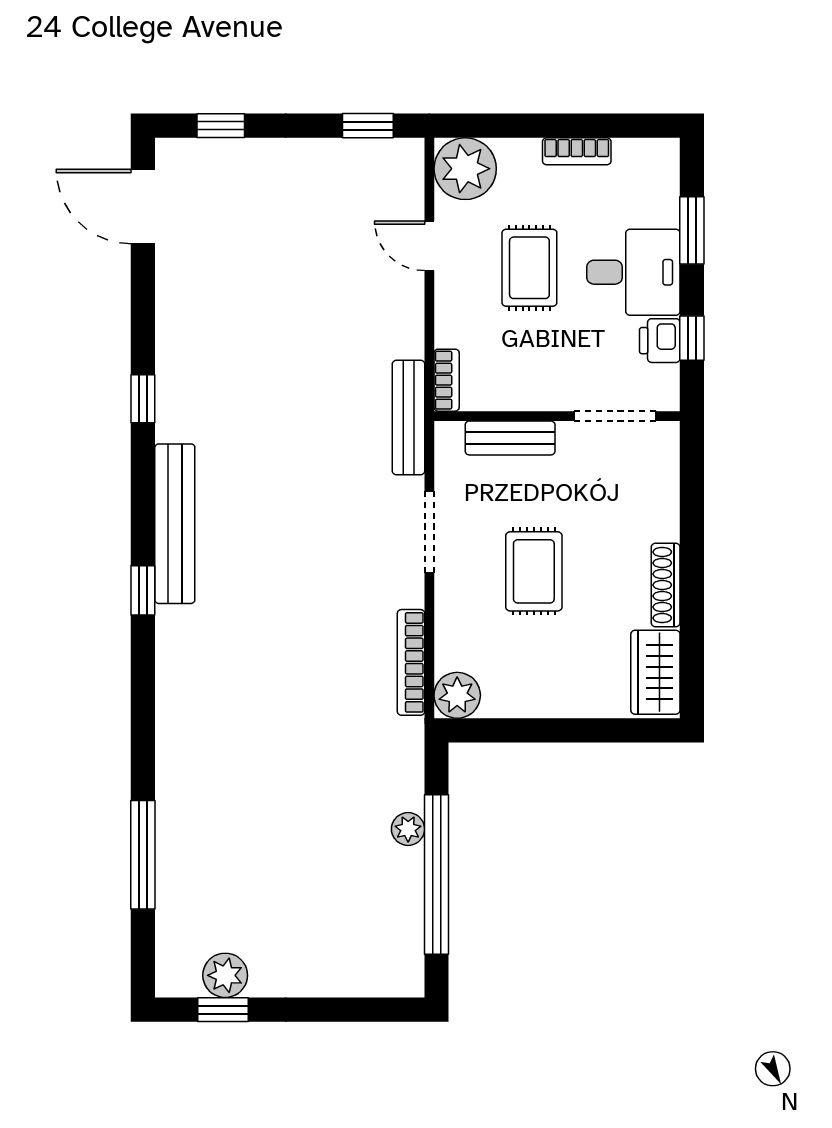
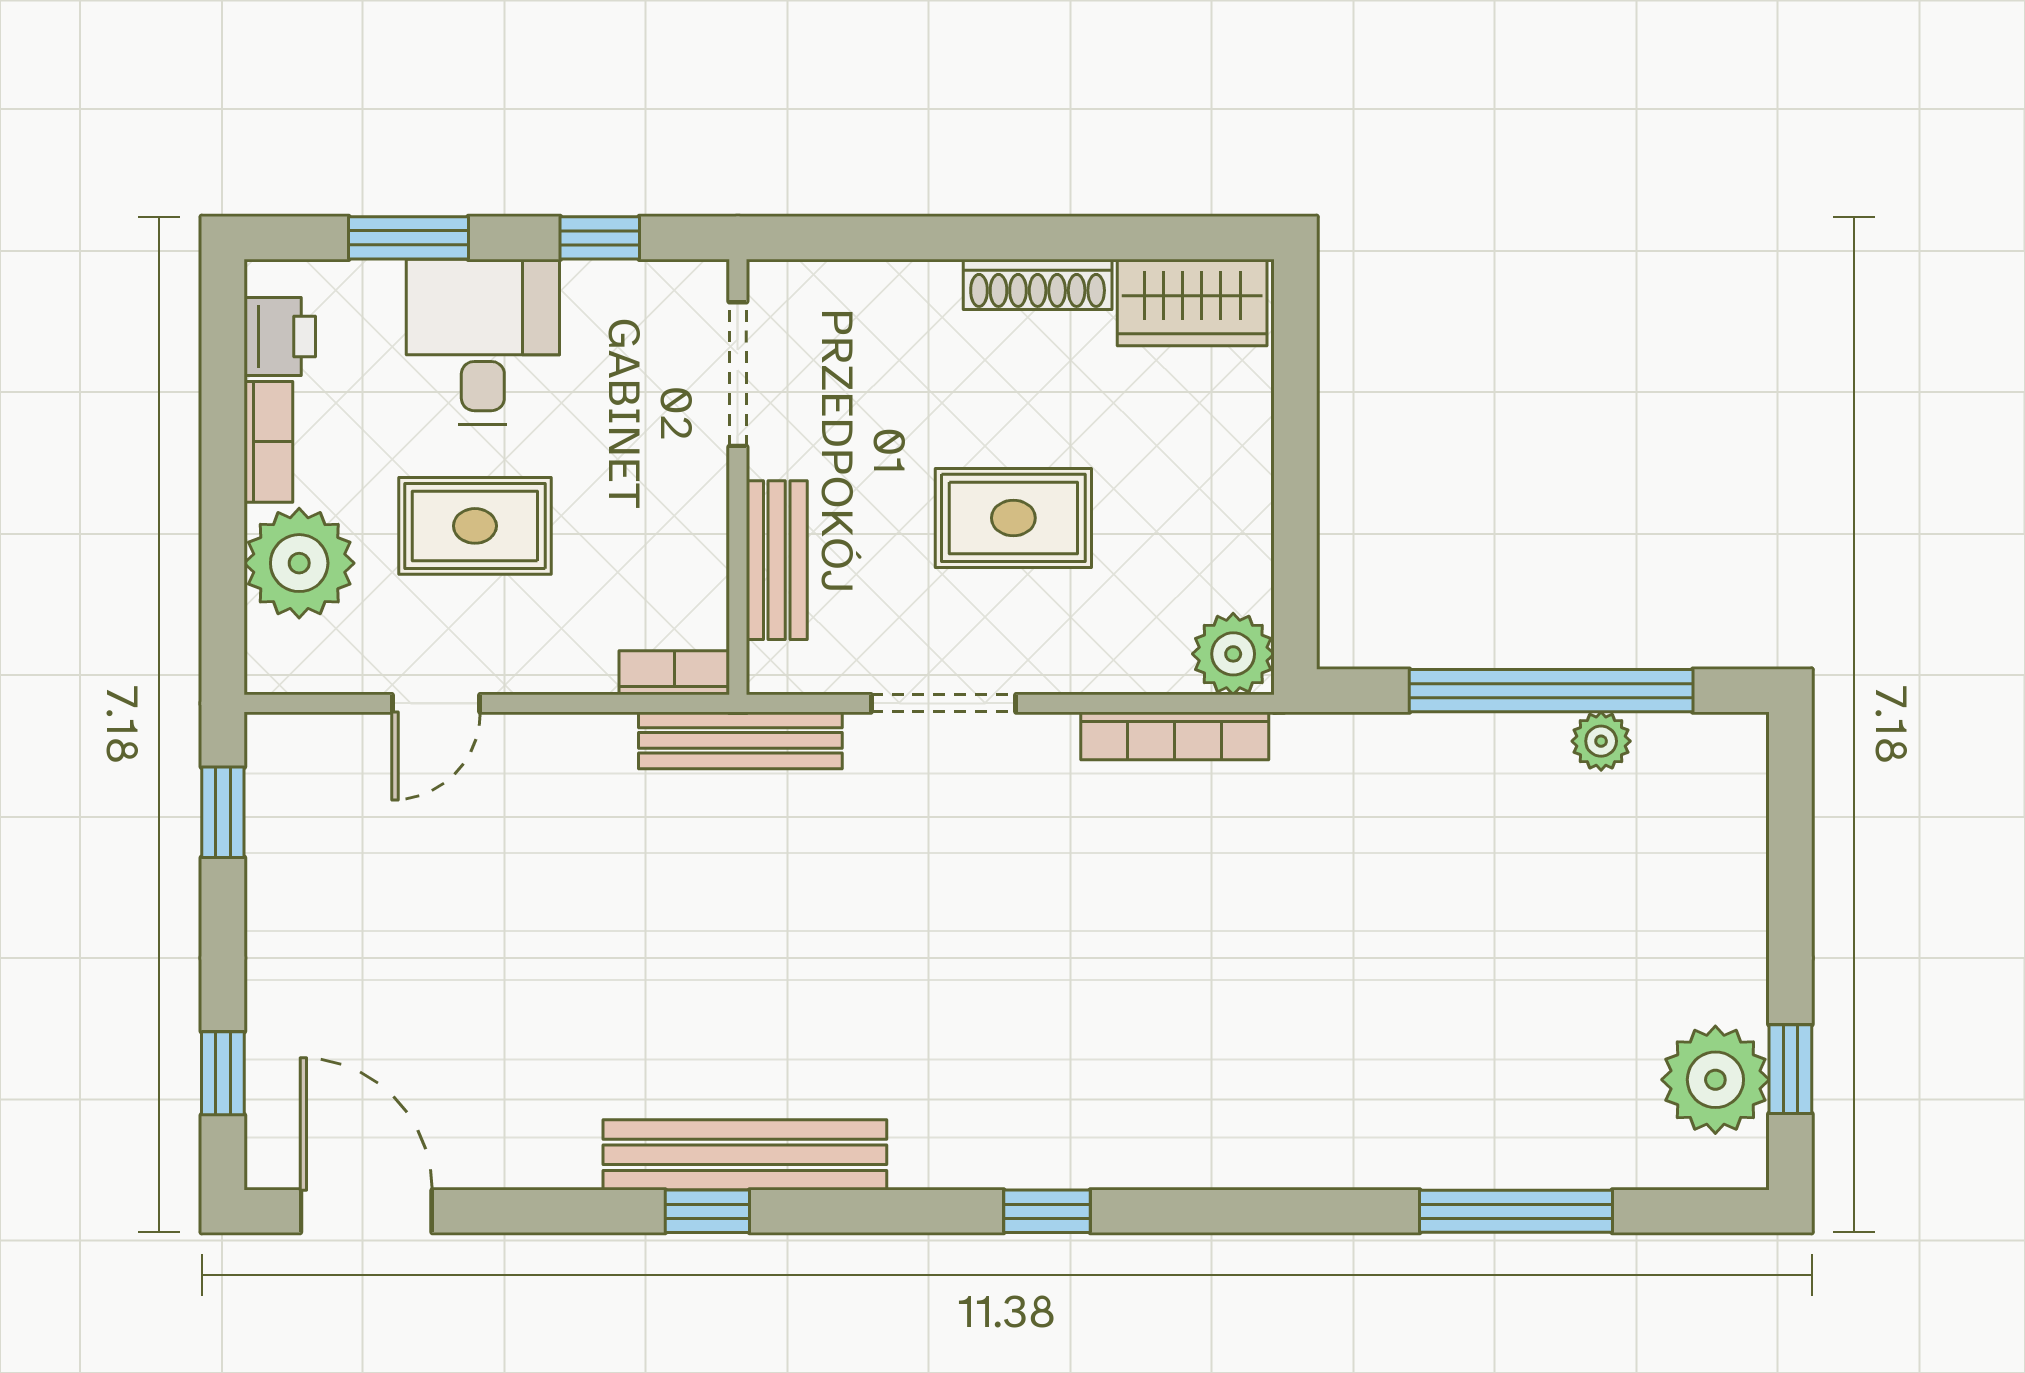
plant: (465, 169) -> (299, 563), moved
door: (143, 206) -> (366, 1211), swing flipped
printer: (660, 341) -> (280, 337), moved, turned -90
bench: (175, 524) -> (745, 1155), moved
plant: (408, 829) -> (1601, 741), moved
plant: (225, 975) -> (1715, 1080), width x1.36, depth x1.36

